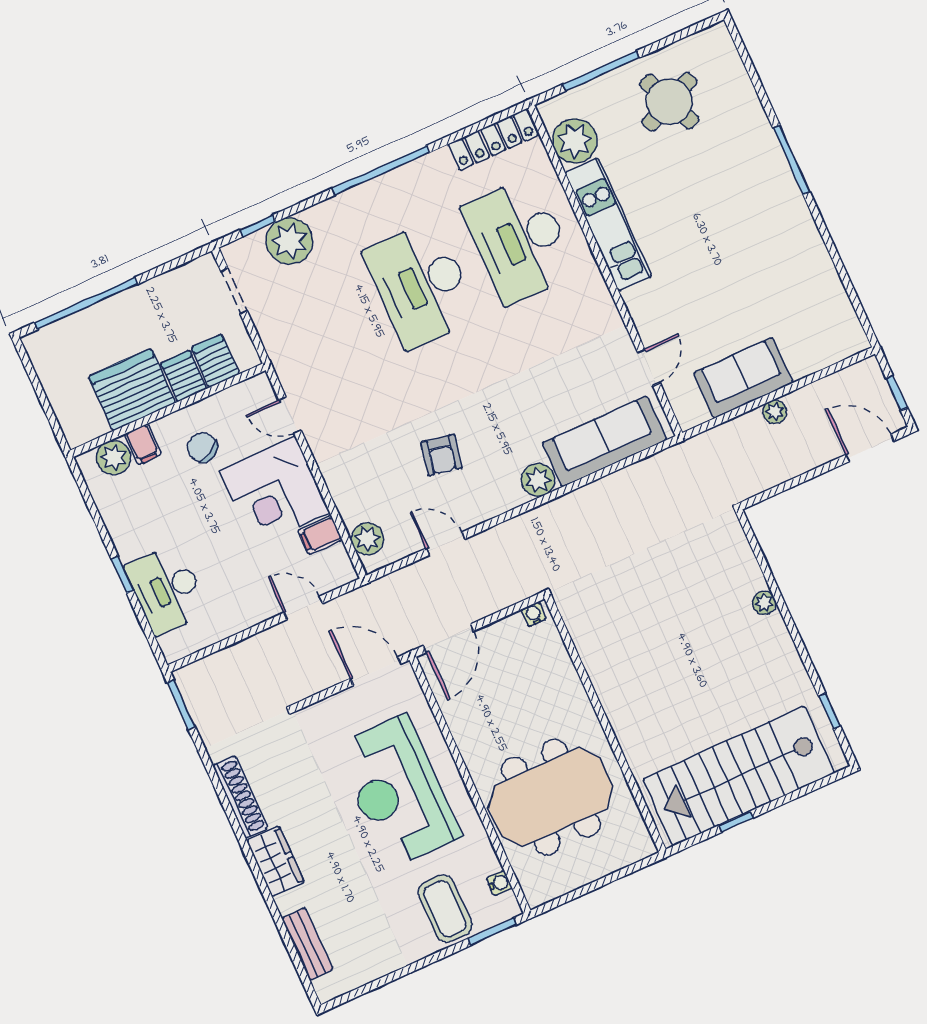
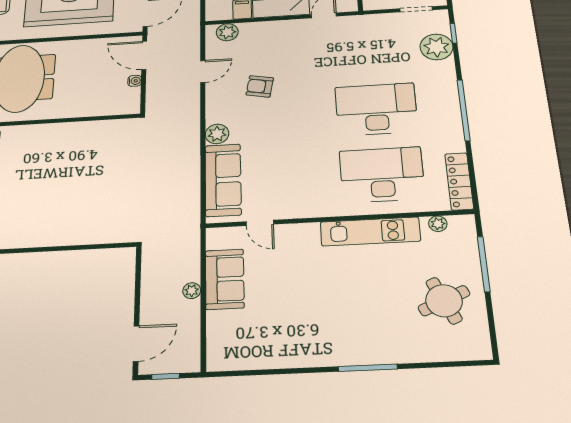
plant: (575, 141) -> (438, 224), width x0.53, depth x0.53
plant: (764, 603) -> (68, 238), removed
water cooler: (534, 614) -> (135, 81), moved

